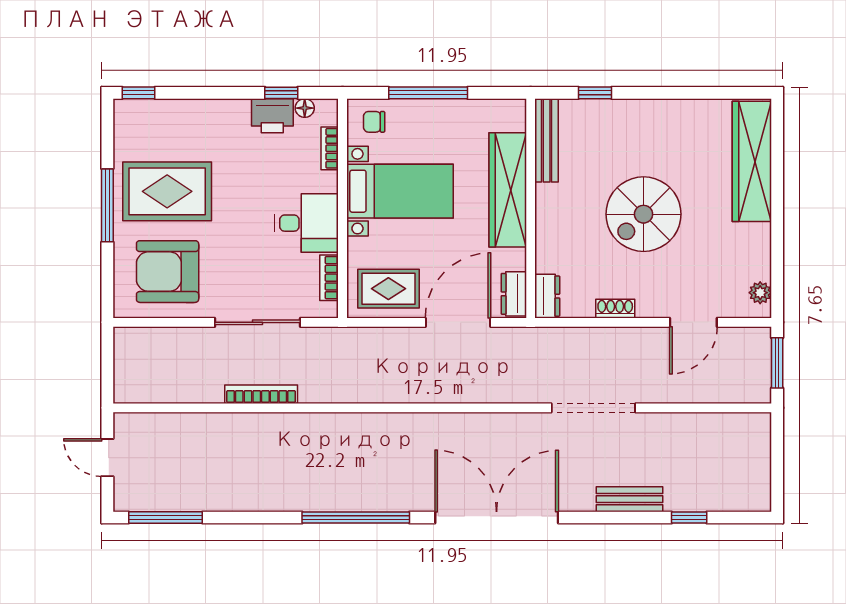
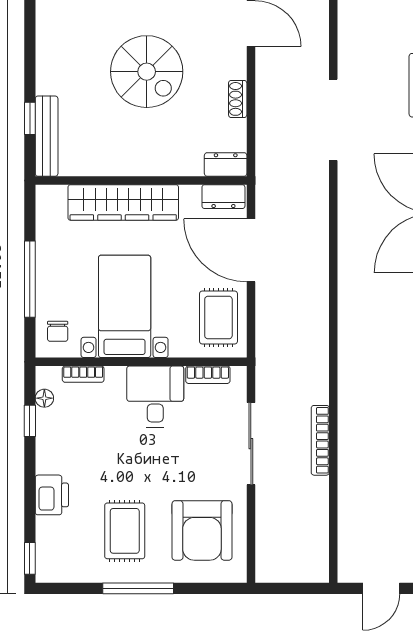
printer: (272, 116) -> (52, 495), moved
bench: (547, 140) -> (47, 136), moved, turned 90
rug: (167, 191) -> (125, 531), width x0.73, depth x0.70

